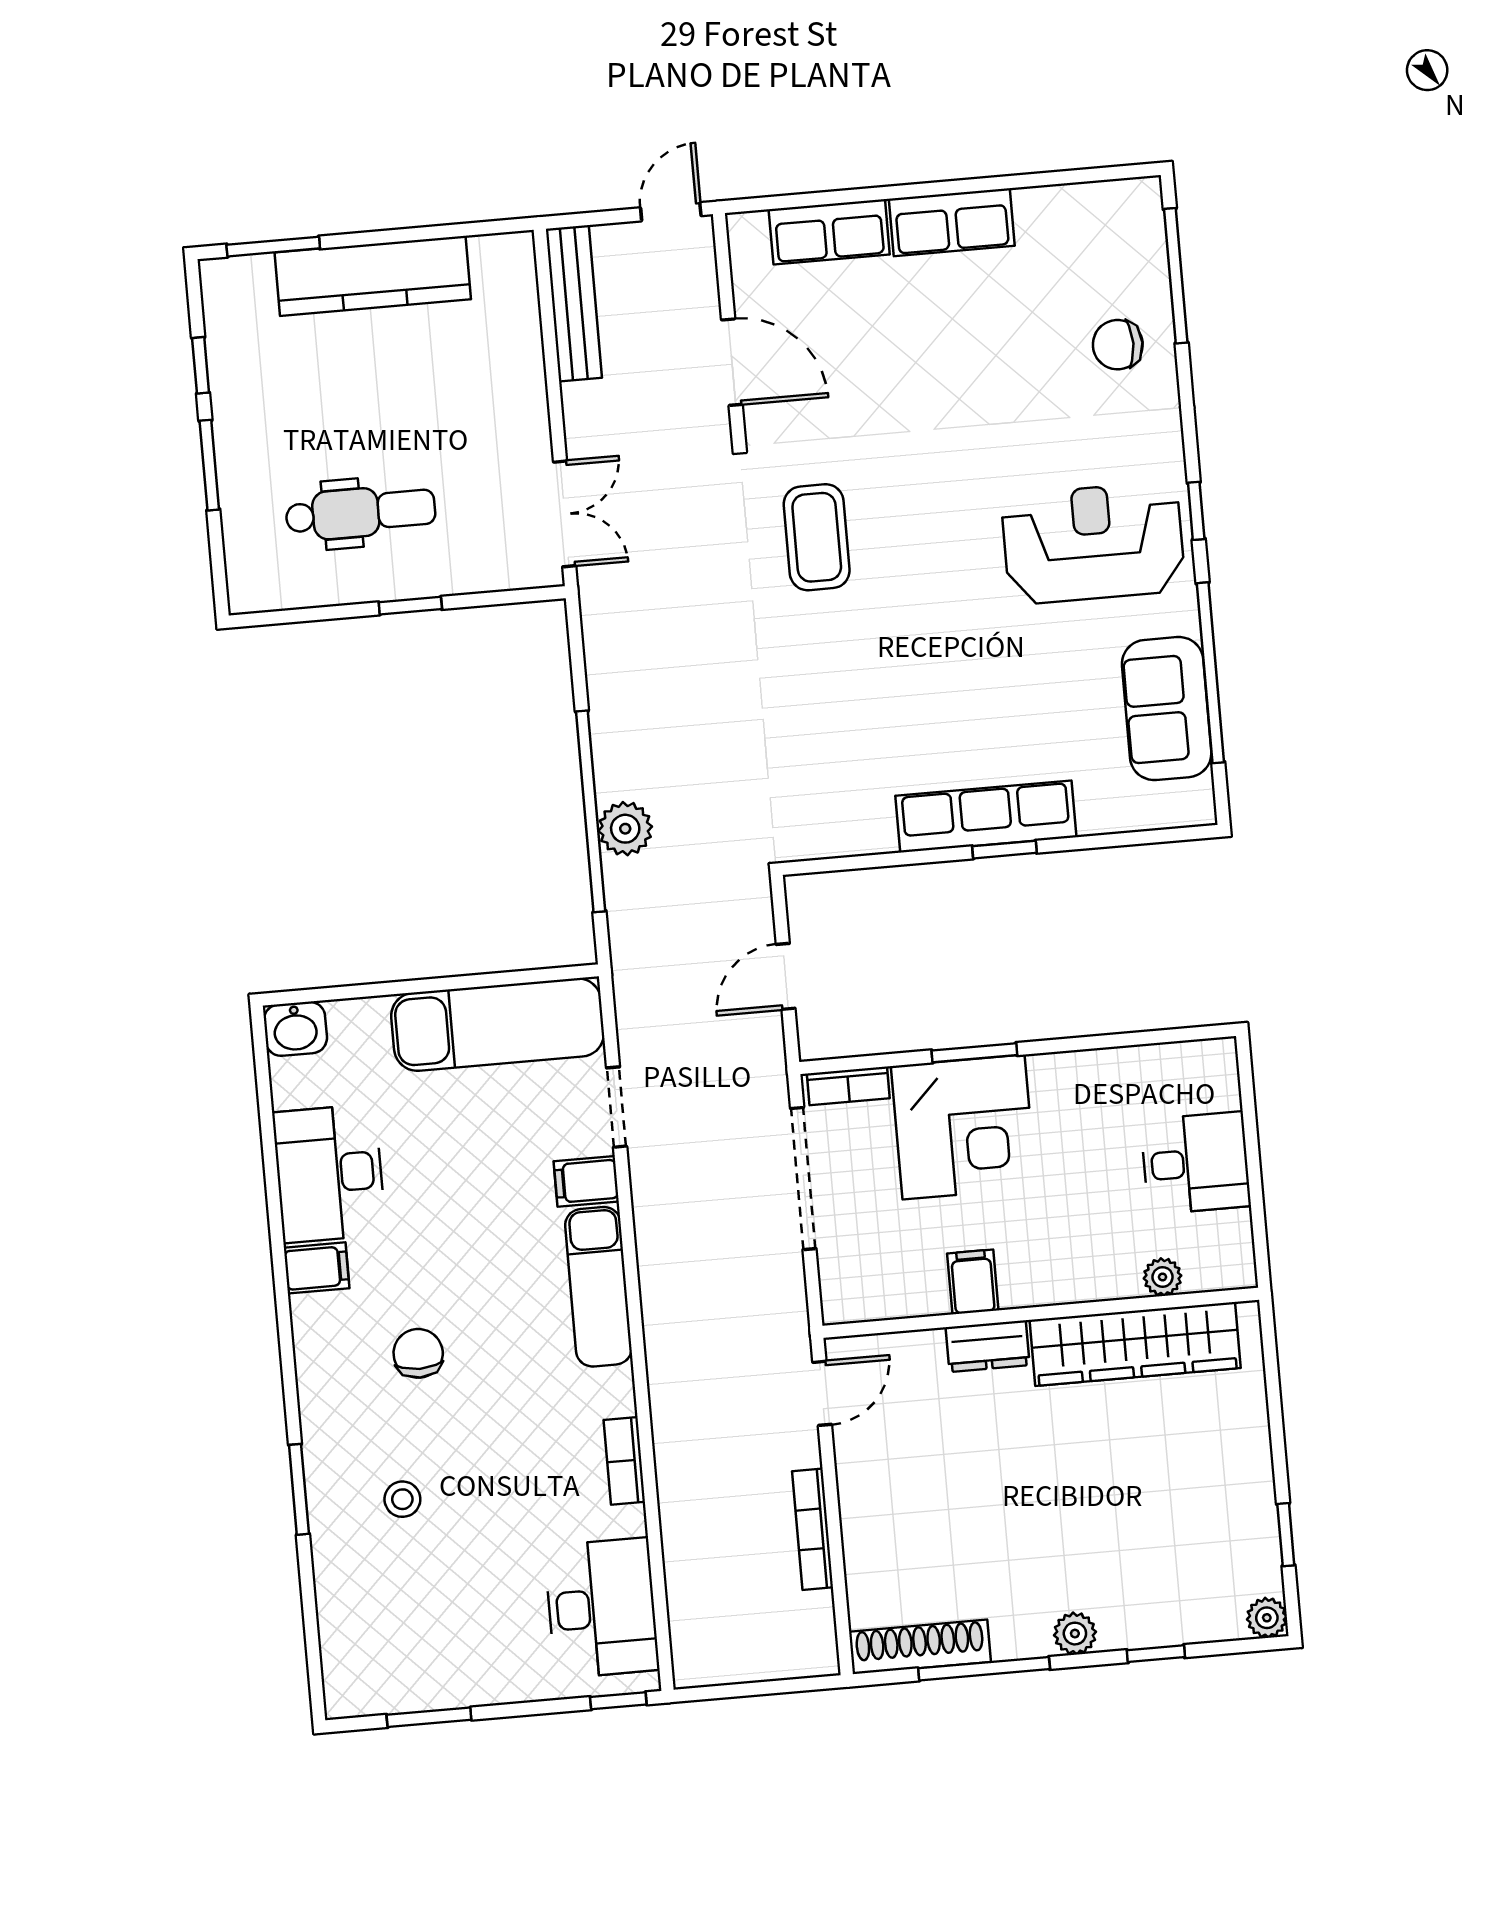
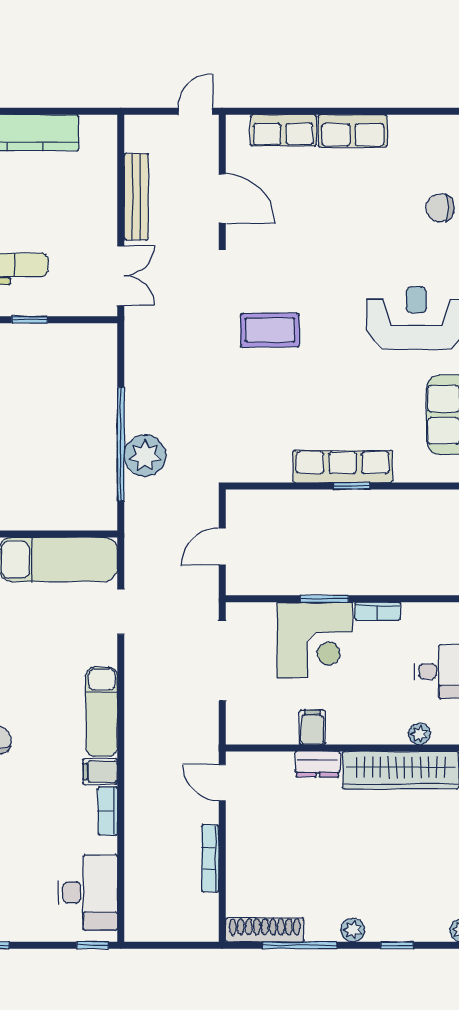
bench: (574, 303) -> (136, 197), moved
coffee table: (817, 537) -> (270, 330), moved, turned 90
plant: (625, 829) -> (145, 456), width x1.36, depth x1.36
bookcase: (848, 1086) -> (378, 611), moved
filing cabinet: (586, 1181) -> (100, 772), moved
door: (822, 1393) -> (222, 783), swing flipped

